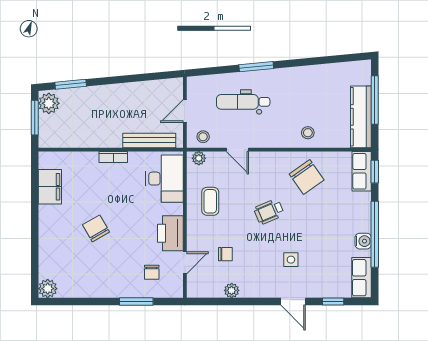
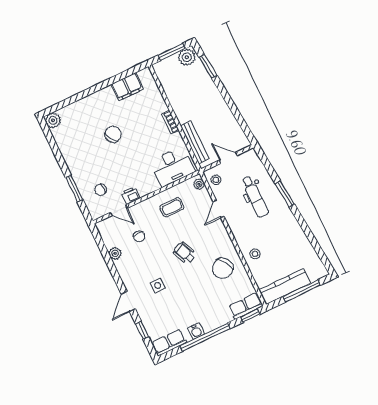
dental chair: (243, 102) -> (255, 197), turned 180
printer: (170, 233) -> (131, 195), width x0.53, depth x0.68

